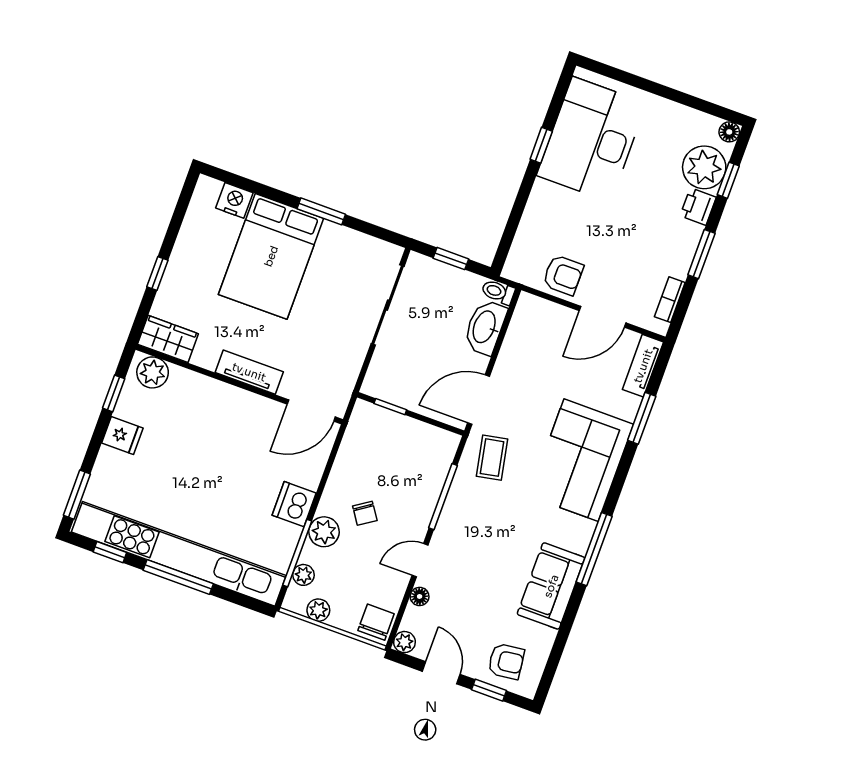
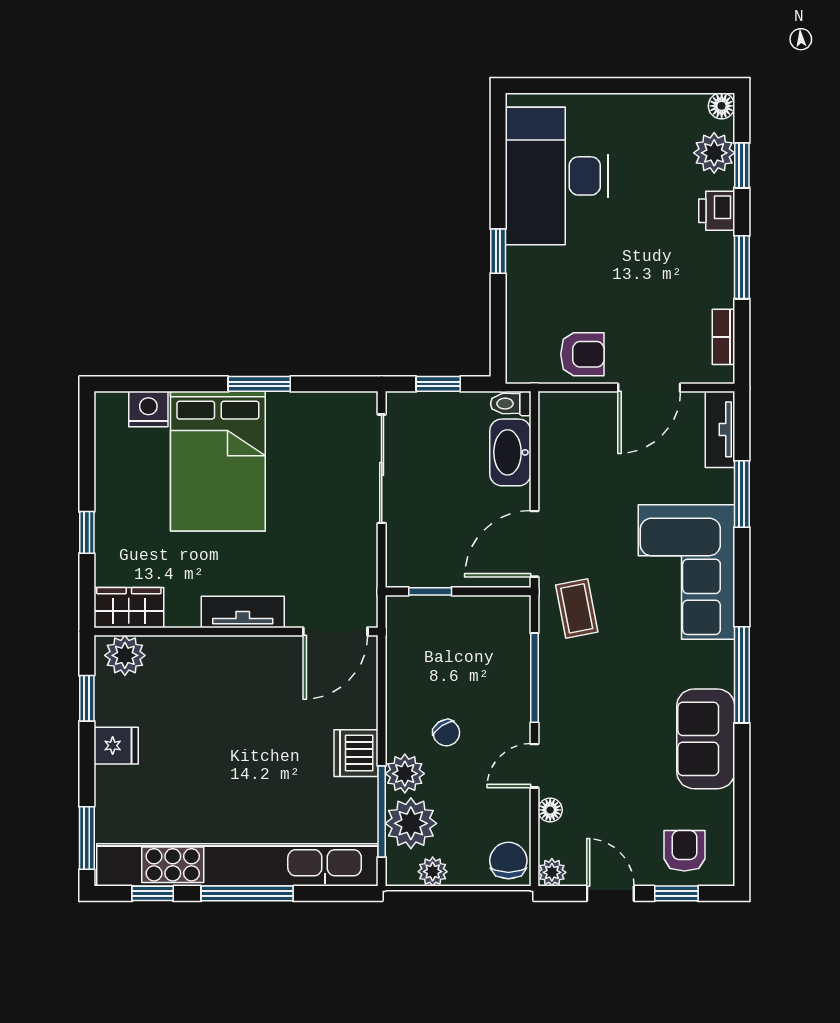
window: (541, 145) -> (498, 251), moved
plant: (704, 167) -> (714, 153), width x0.73, depth x0.73
plant: (303, 575) -> (411, 823), width x1.87, depth x1.87
armchair: (506, 661) -> (684, 851), turned -83

